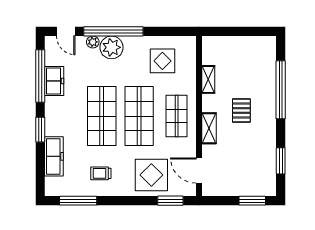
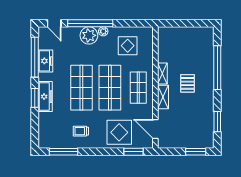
plant: (93, 42) -> (103, 31), moved
shelving: (208, 79) -> (162, 74), moved
freezer: (54, 156) -> (45, 97), moved

